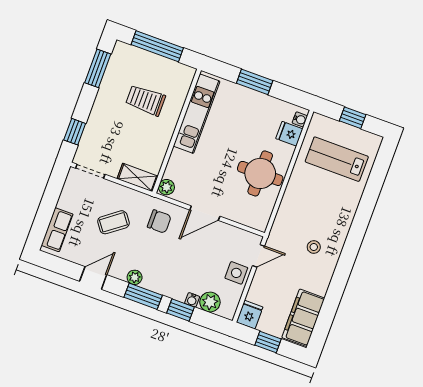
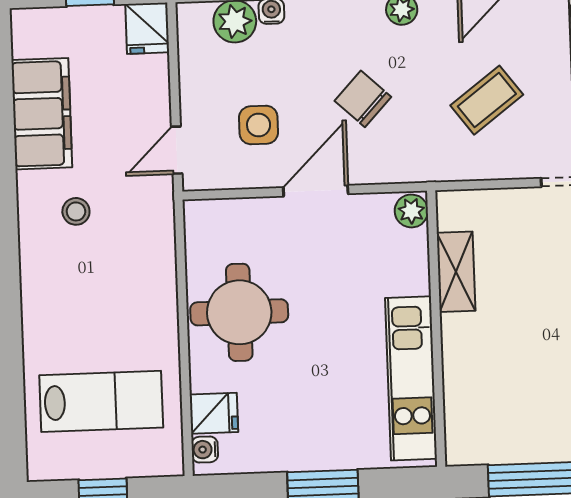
trolley: (146, 100) -> (521, 364), removed
shelving: (138, 177) -> (456, 272), moved, turned 90
chair: (159, 221) -> (363, 99), moved, turned 43
side table: (236, 273) -> (259, 125), moved
filing cabinet: (303, 318) -> (42, 114), moved

